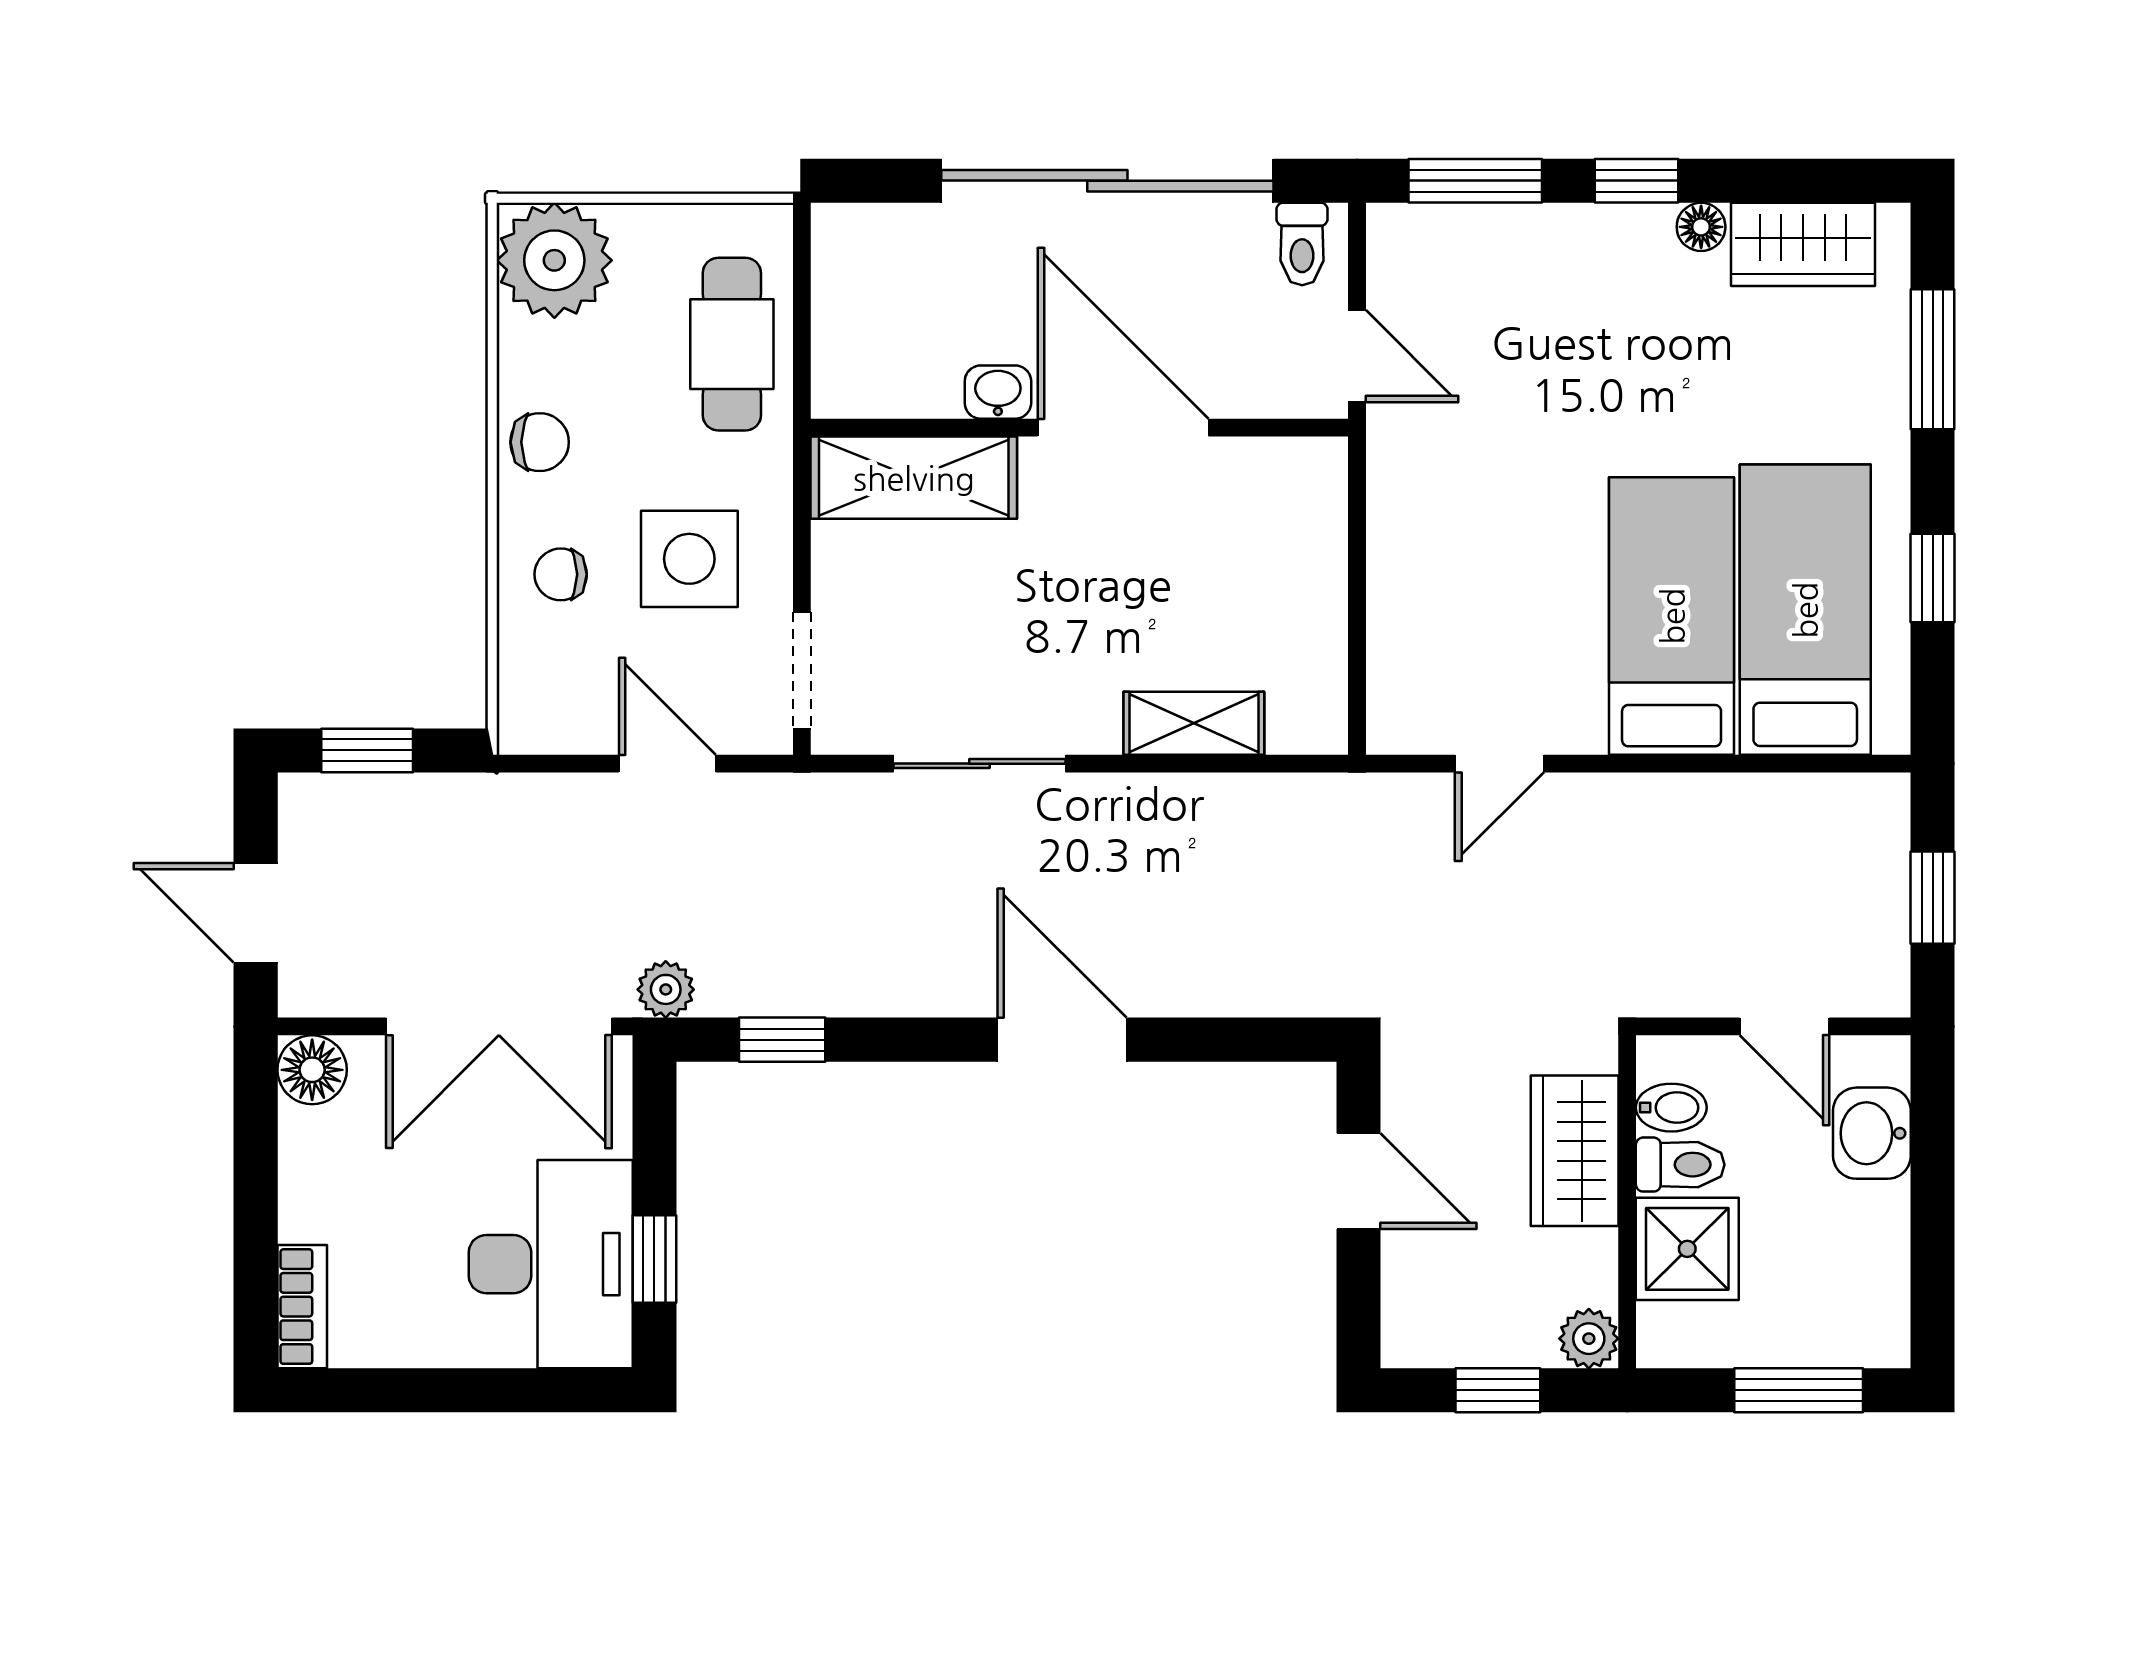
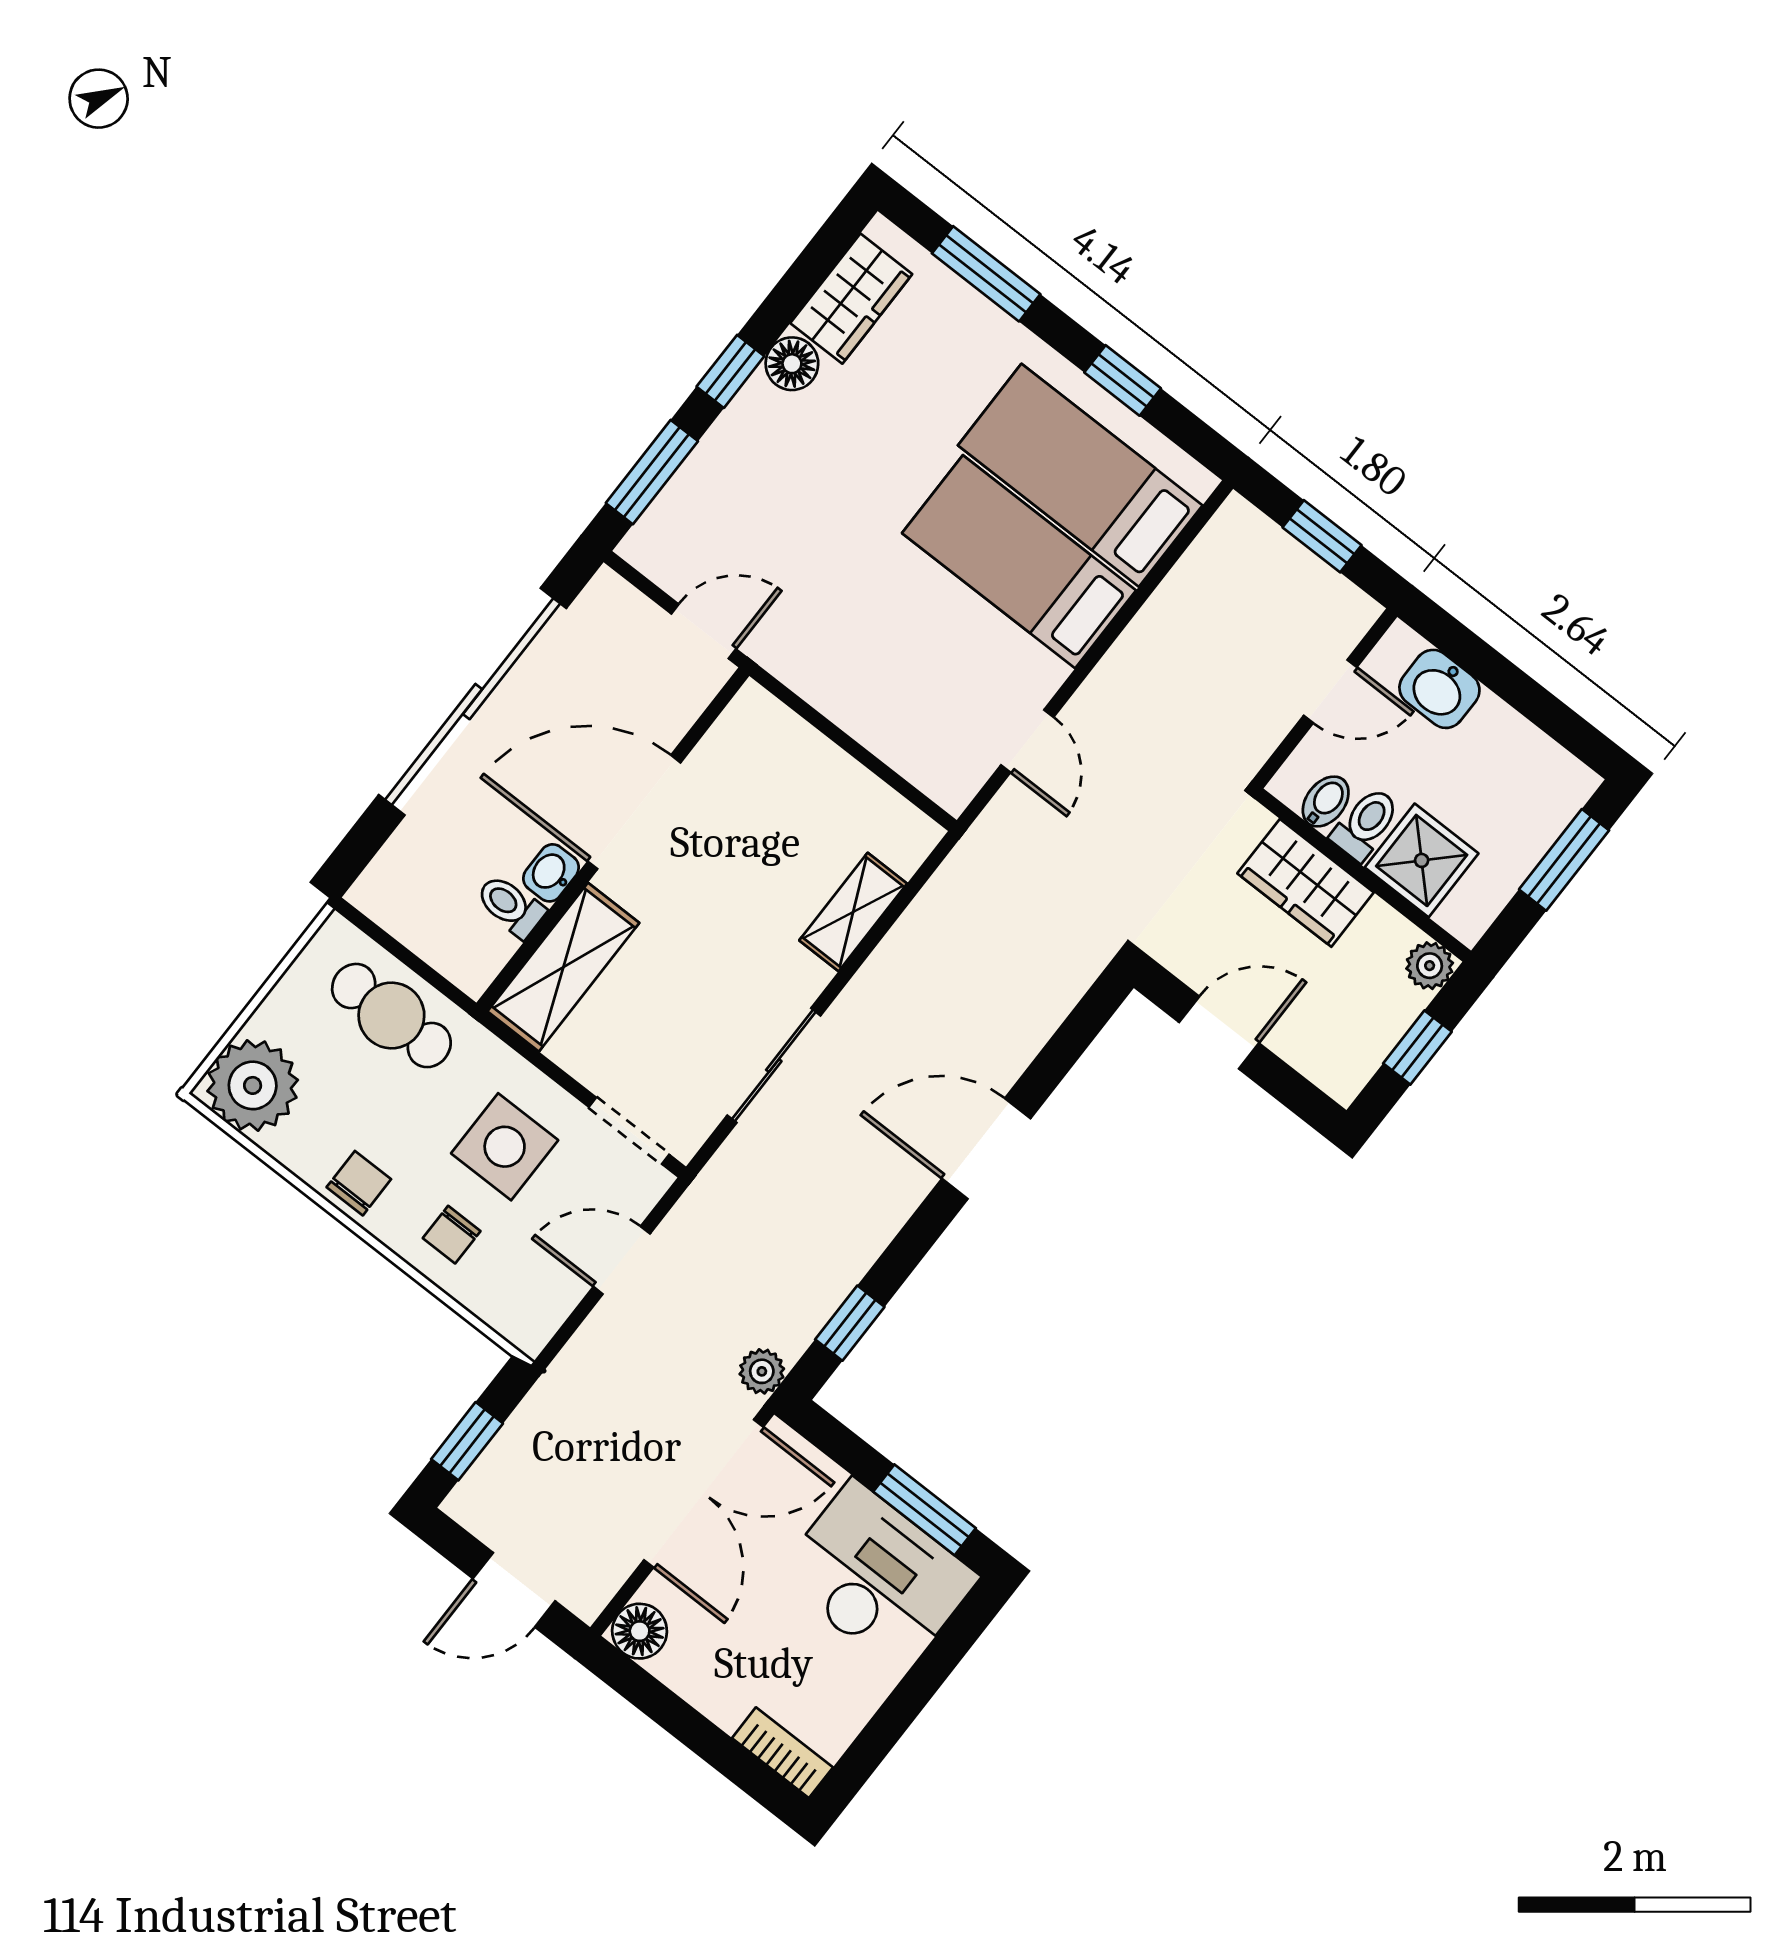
floor lamp: (1701, 227) -> (792, 364), width x1.37, depth x1.37
toilet: (1302, 244) -> (511, 906), moved, turned 180
window: (654, 1259) -> (924, 1510), width x1.50

